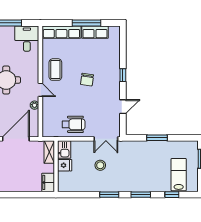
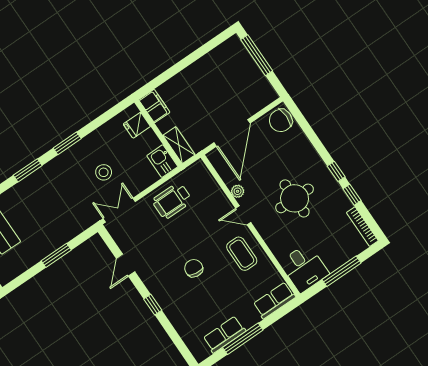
row of seats: (61, 32) -> (274, 301), width x0.68
fridge: (65, 165) -> (137, 125), moved

